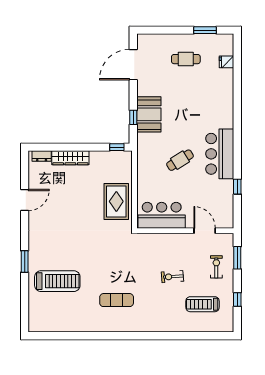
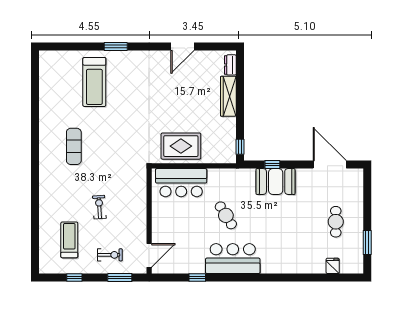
door: (25, 200) -> (182, 46), hinge flipped
bar counter: (162, 215) -> (181, 183), moved, turned 90
door: (205, 231) -> (149, 255), moved

